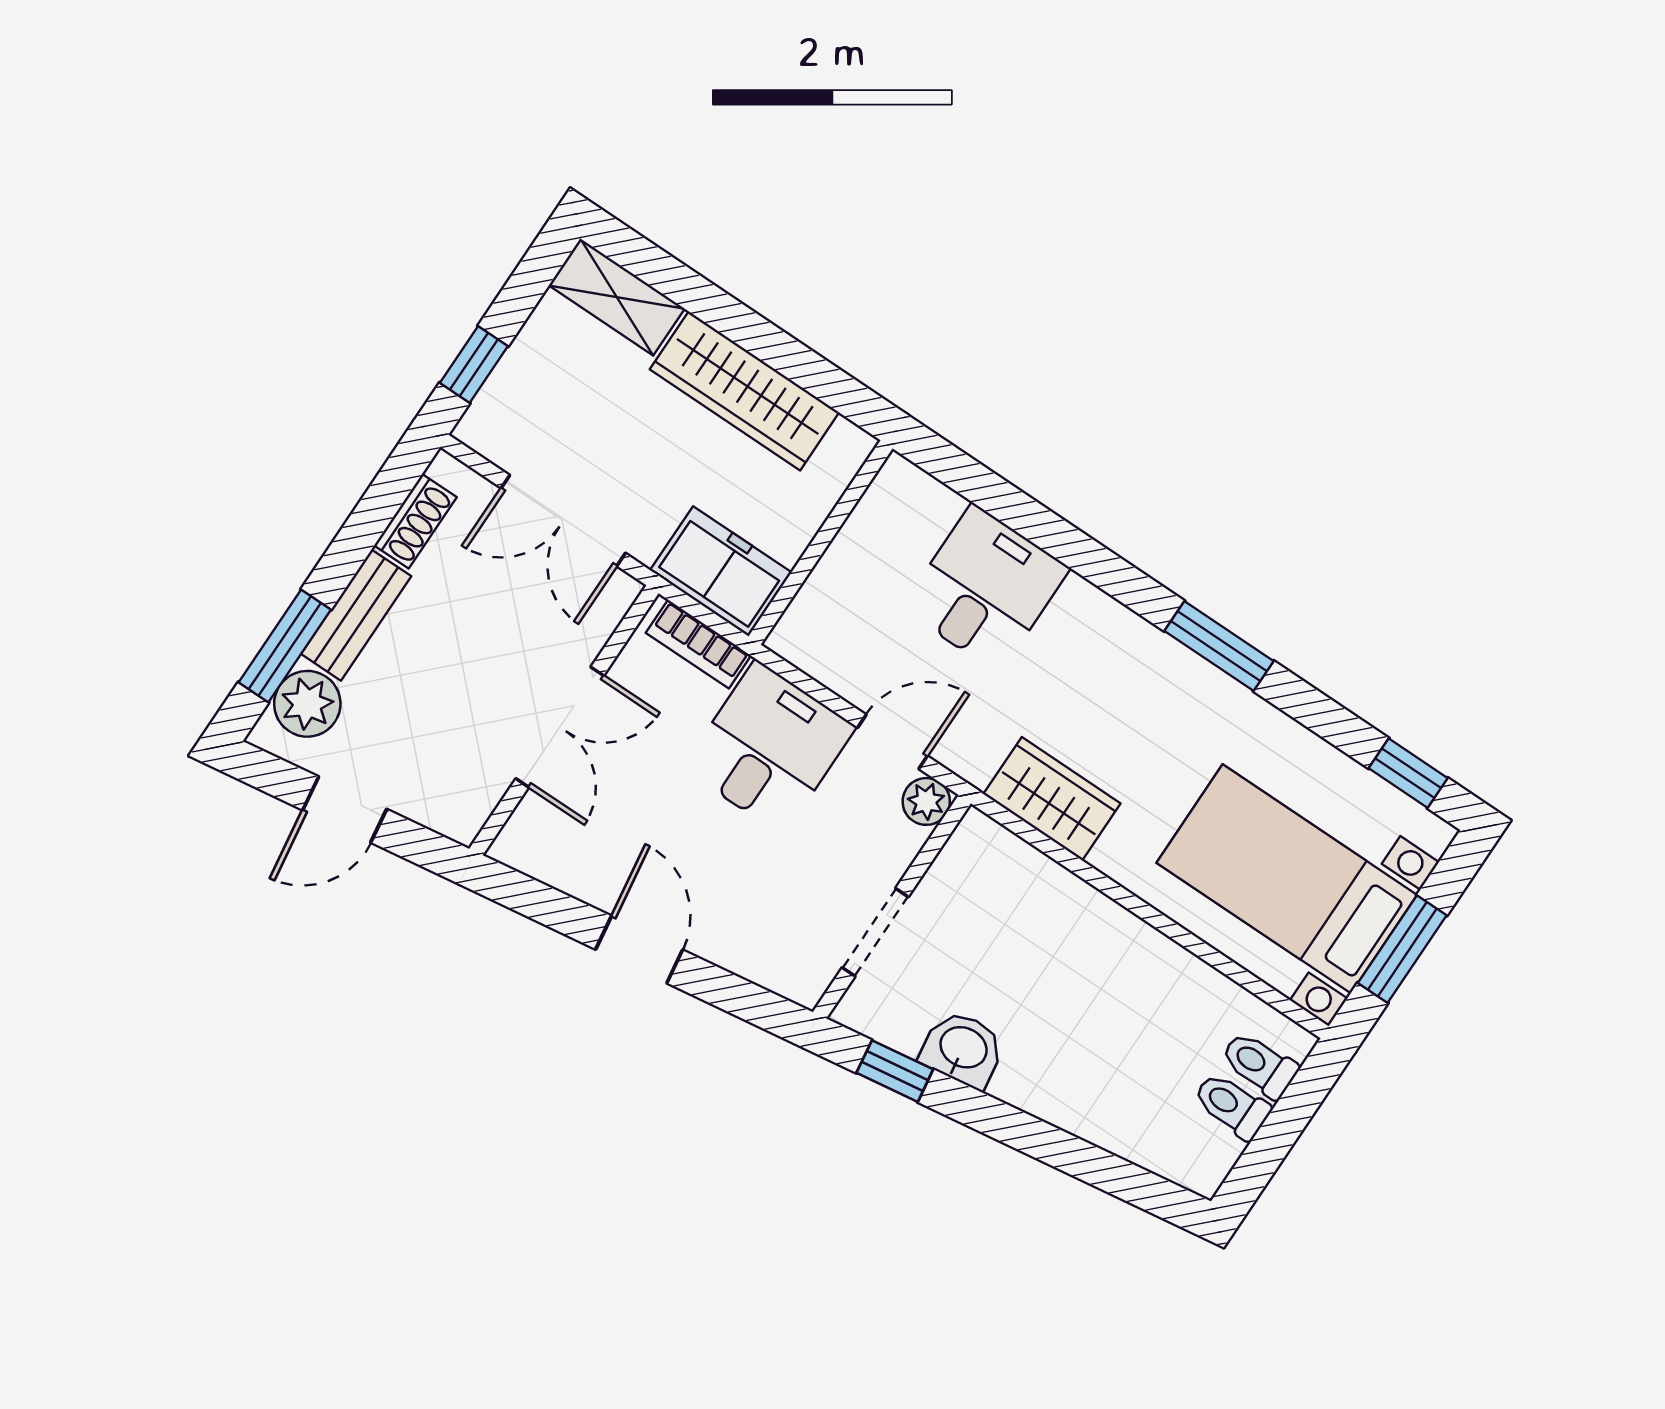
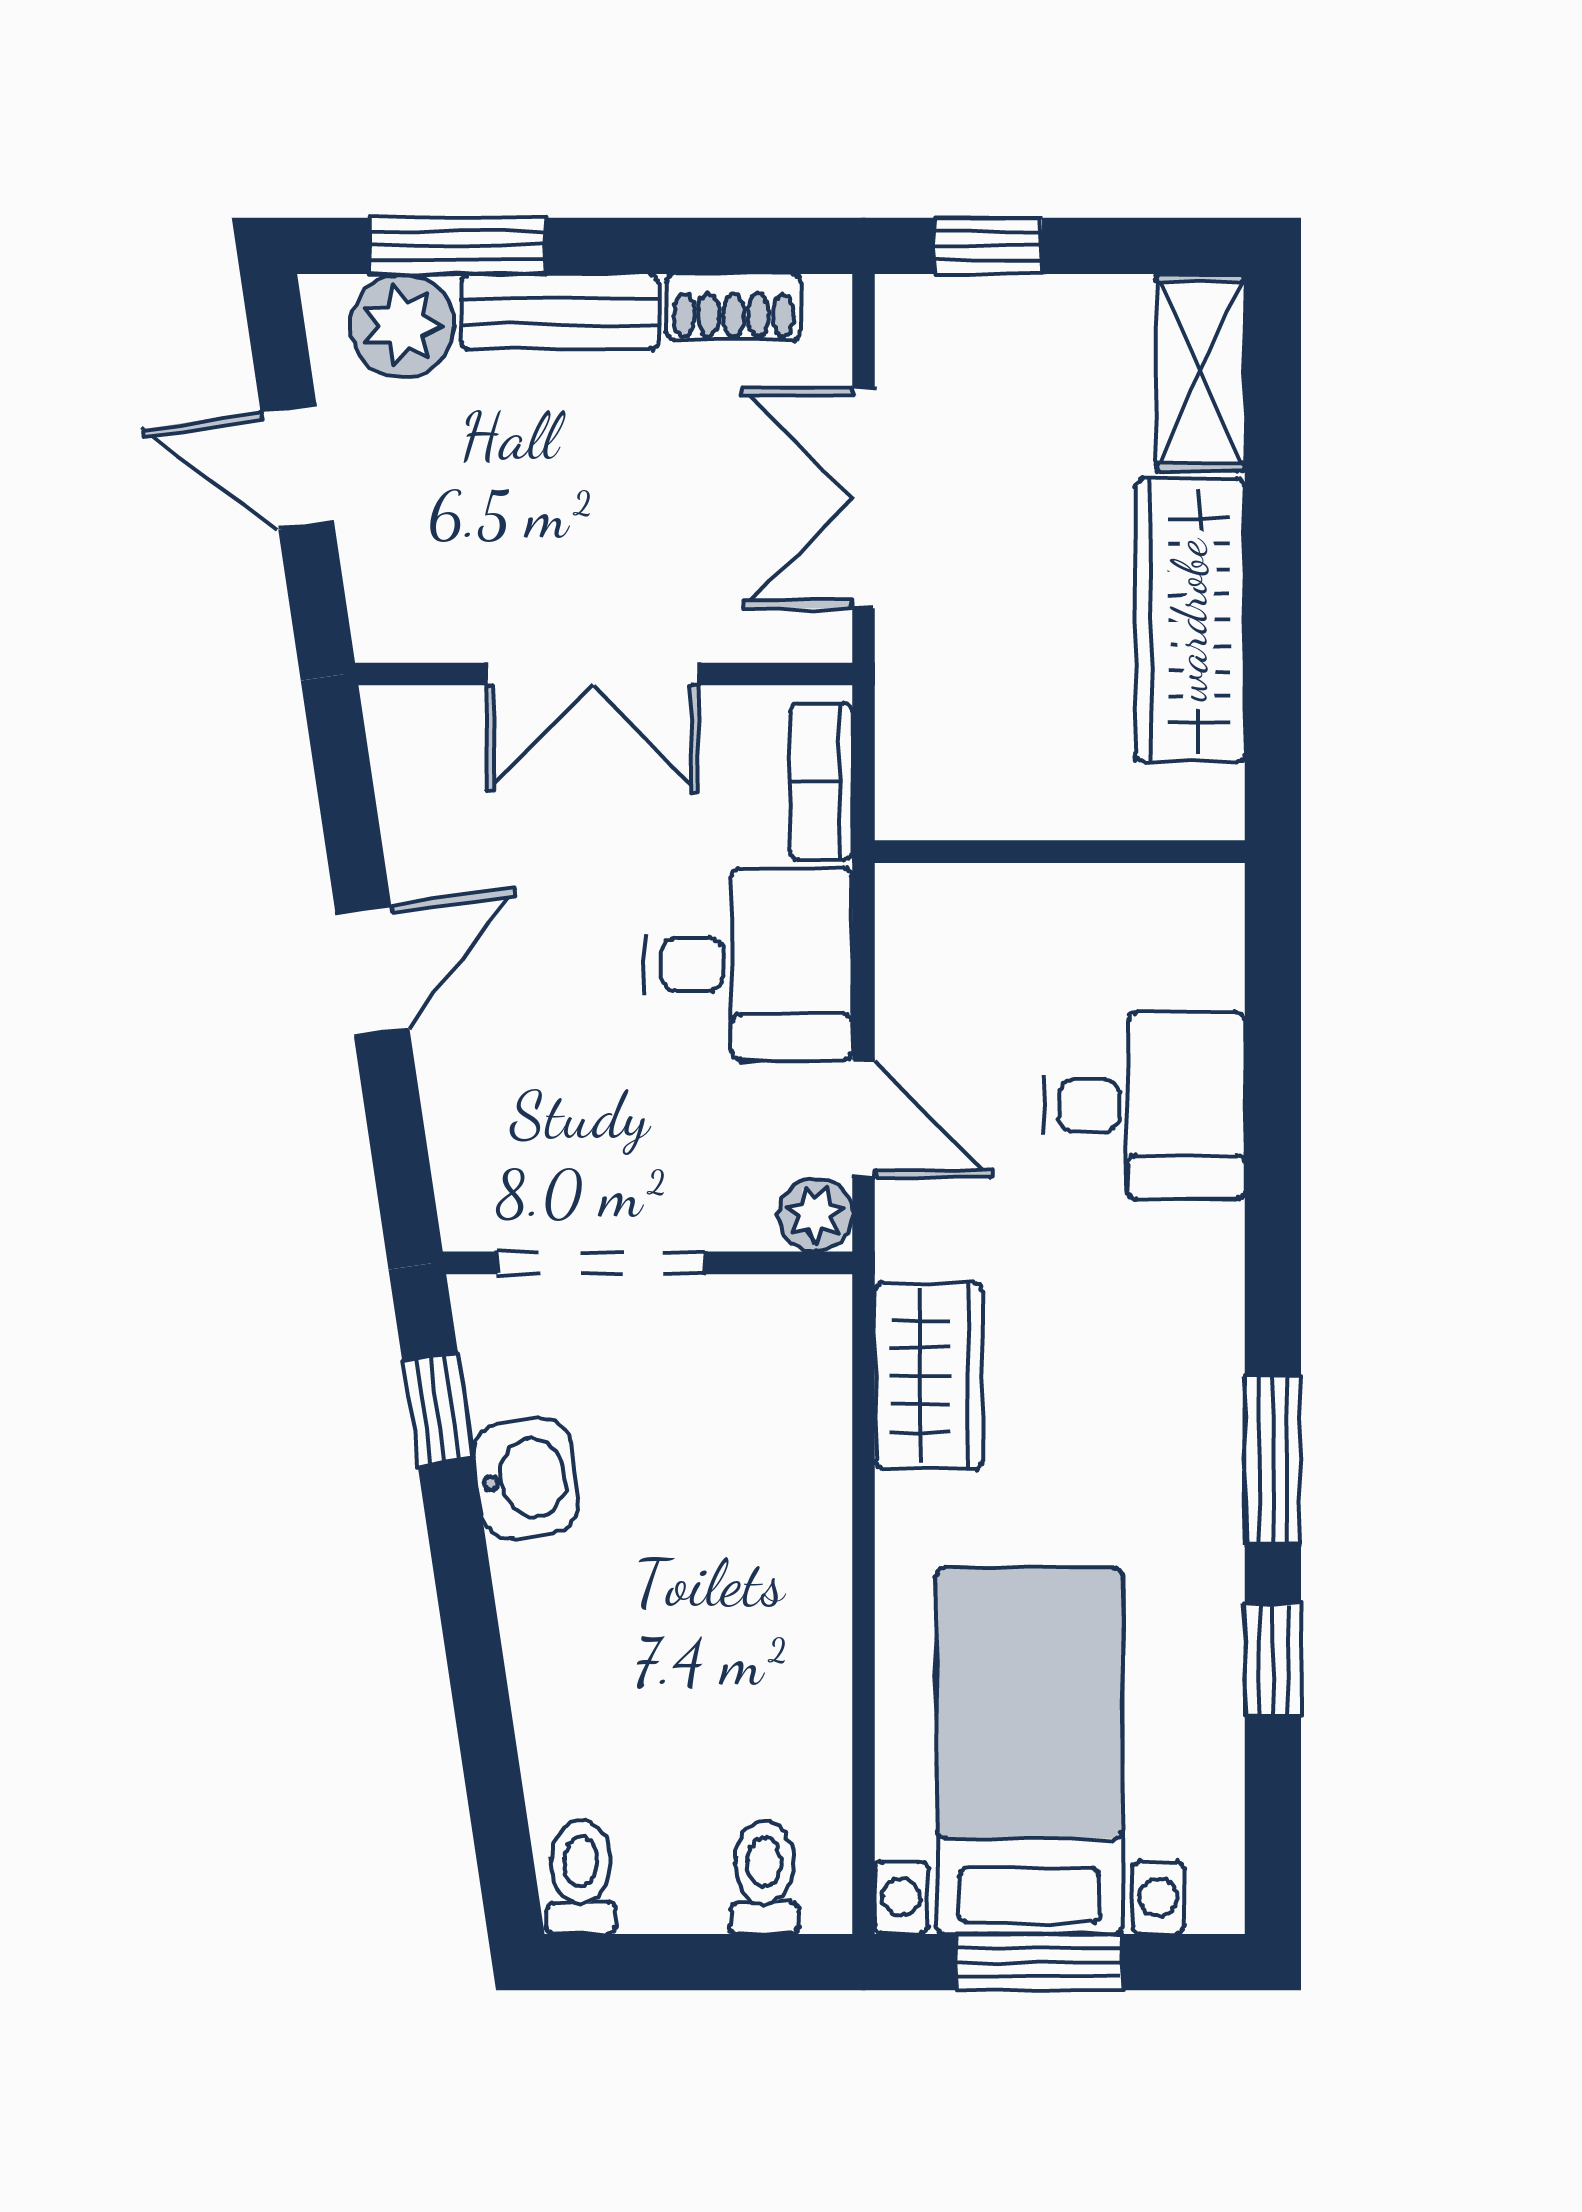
freezer: (721, 571) -> (935, 747), removed
window: (1408, 773) -> (1273, 1660), moved
doorway: (875, 932) -> (601, 1263), width x1.38
toilet: (1232, 1106) -> (581, 1877), moved

